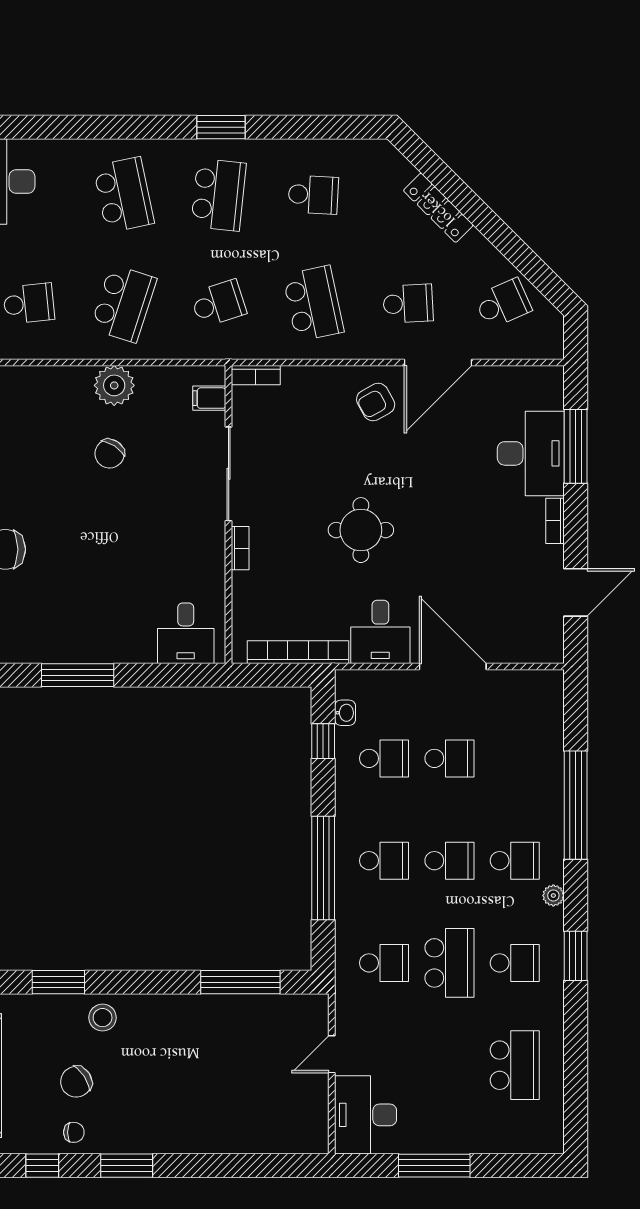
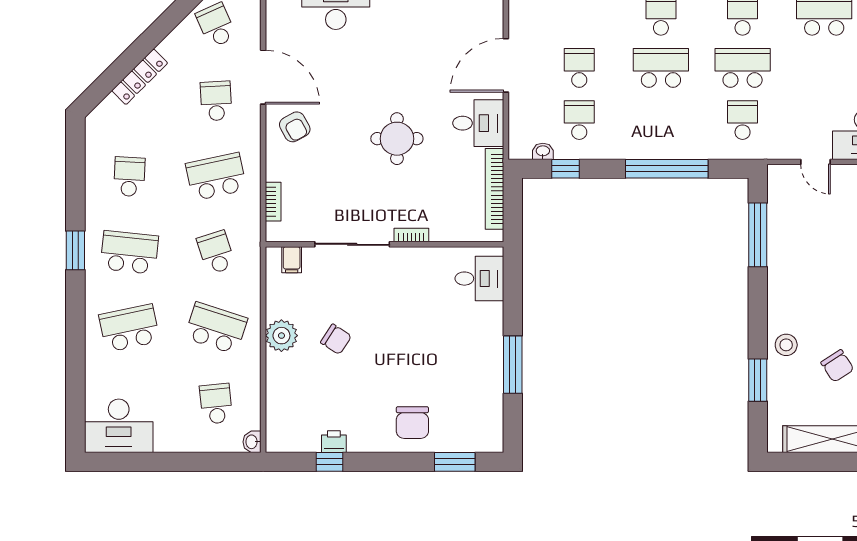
bookcase: (256, 375) -> (273, 202), moved
school desk: (384, 861) -> (661, 120), removed
school desk: (449, 861) -> (661, 68), width x1.85

